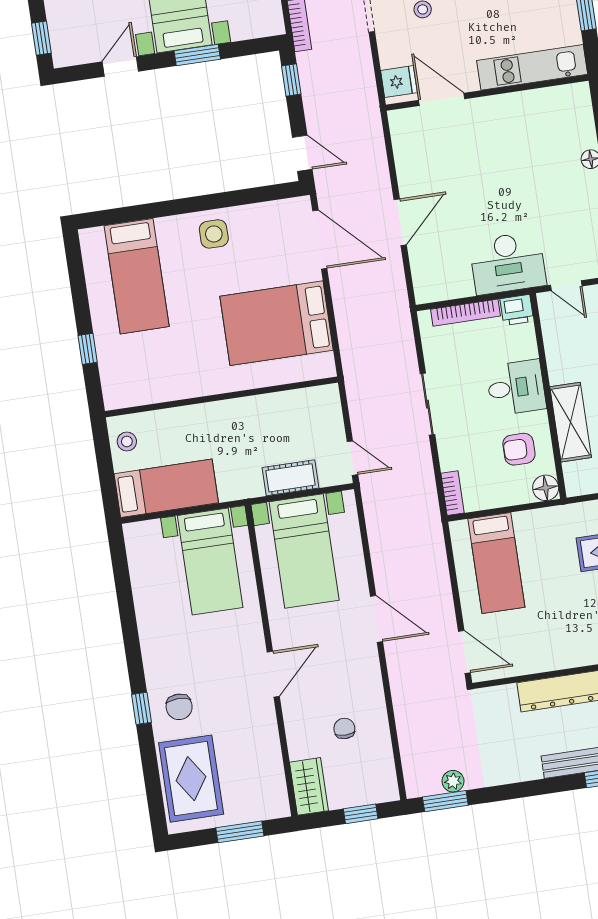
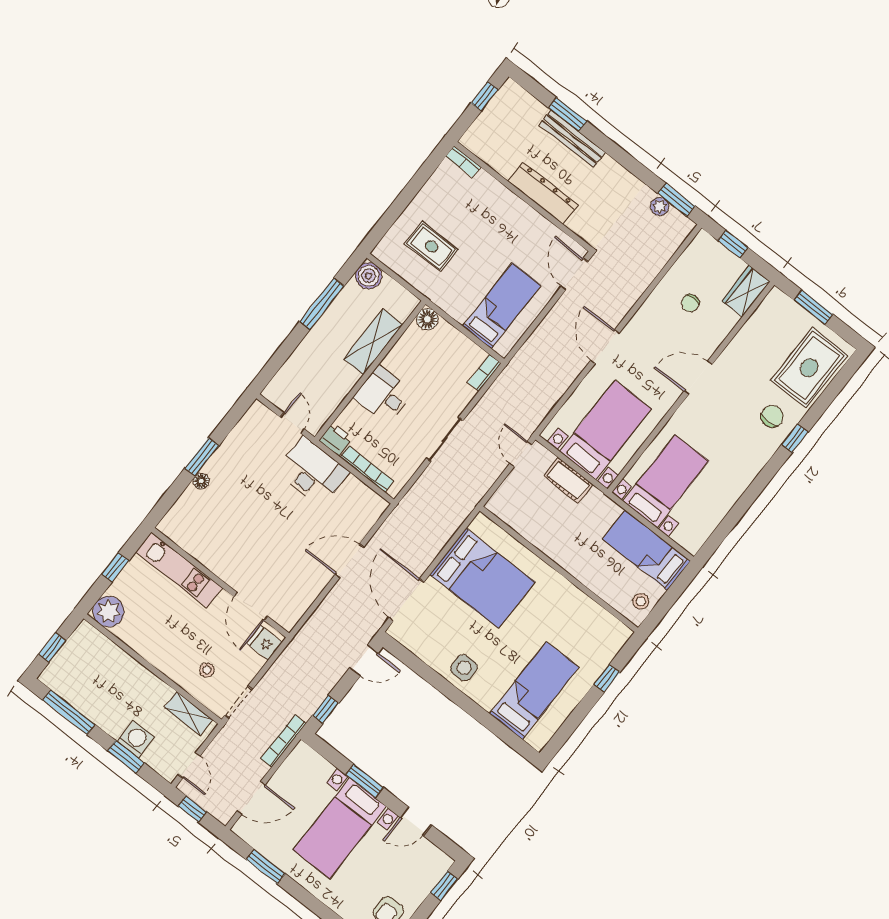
door: (302, 153) -> (364, 660), swing flipped
armchair: (519, 449) -> (419, 358), removed

